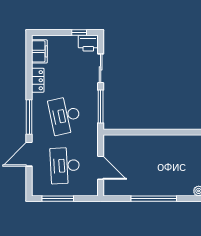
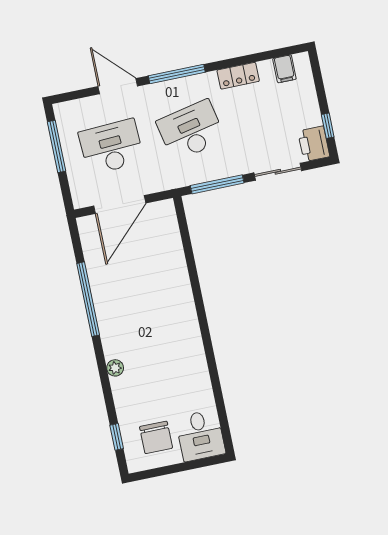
filing cabinet: (39, 51) -> (284, 69), width x0.50
door: (101, 168) -> (120, 204), width x1.36

